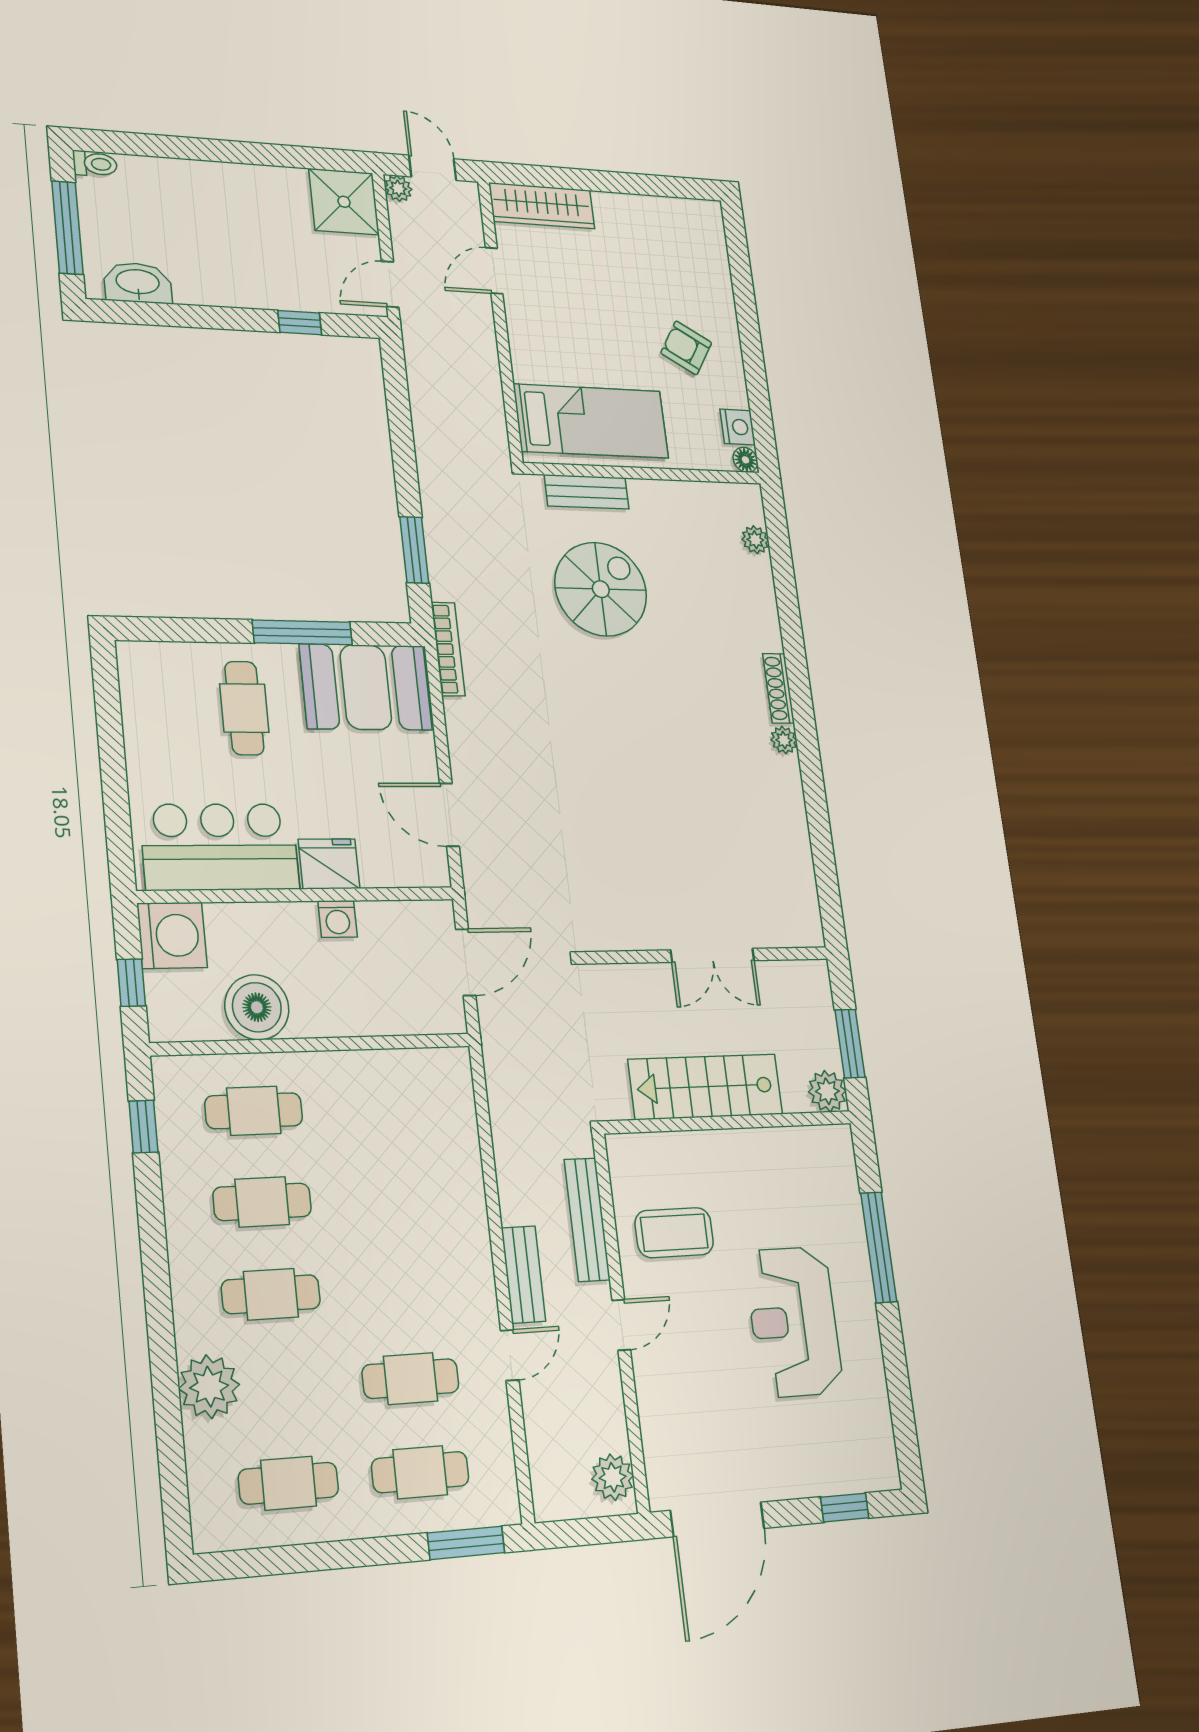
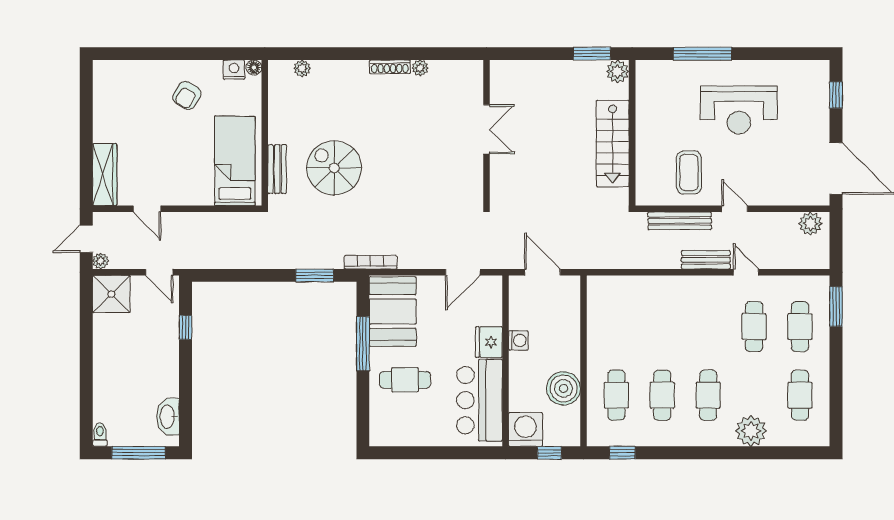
wall: (707, 955) -> (486, 133), moved
double door: (712, 955) -> (486, 129), moved

